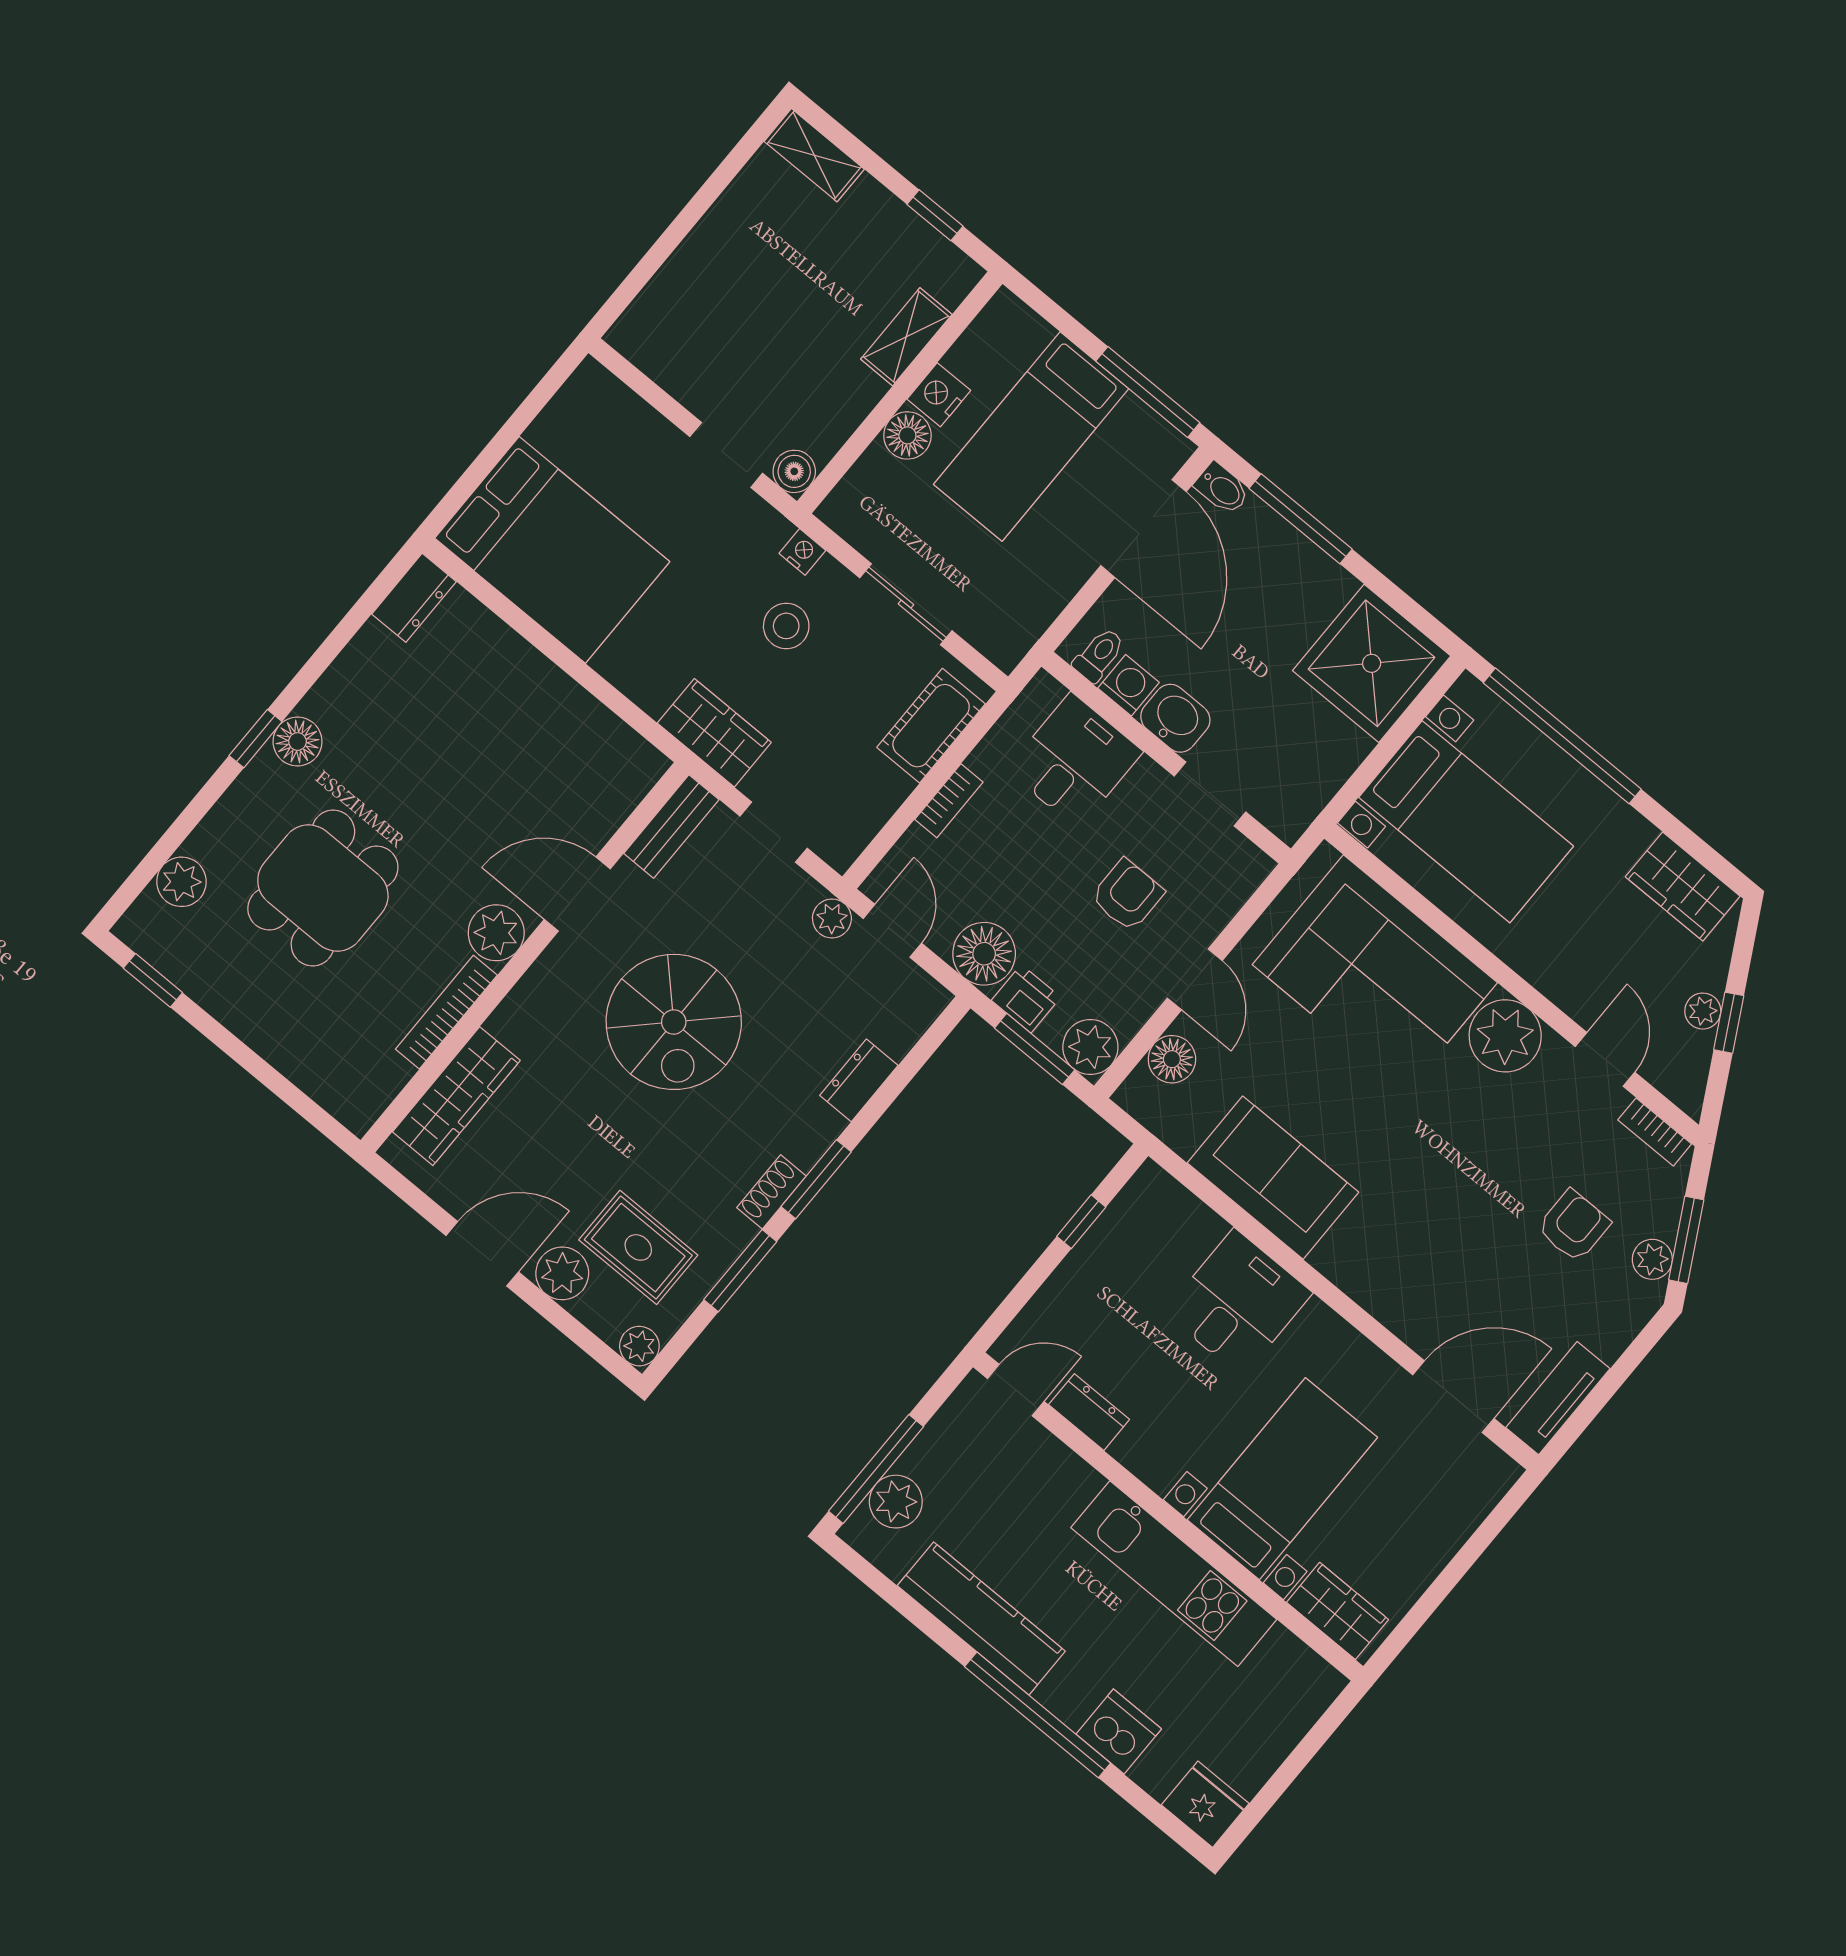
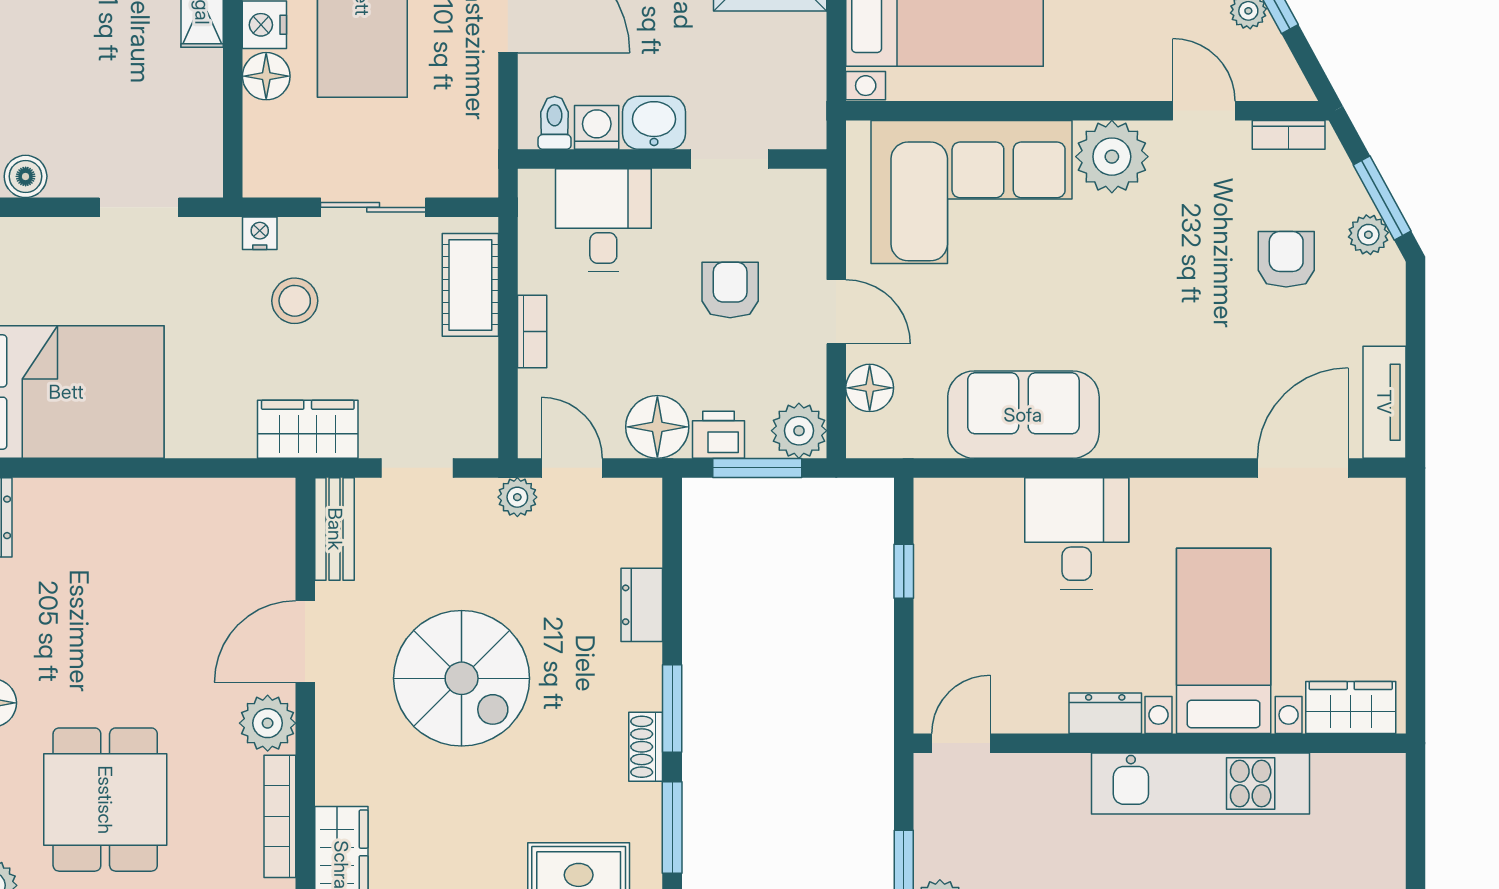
boiler: (794, 471) -> (26, 176), moved
dresser: (1089, 1412) -> (1105, 713), moved

